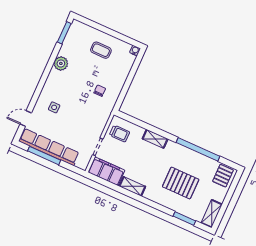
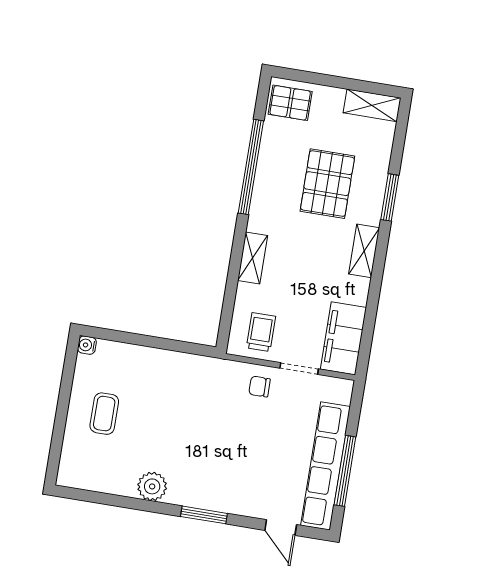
window: (64, 33) -> (204, 515), moved
chair: (100, 91) -> (260, 387), moved
side table: (54, 107) -> (244, 477), removed
shelving: (132, 186) -> (364, 251), moved
window: (184, 219) -> (390, 197), moved

